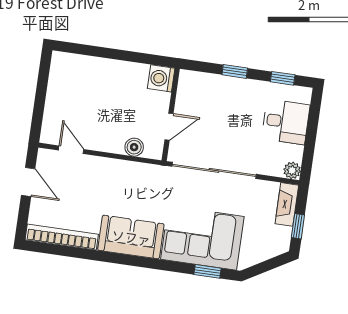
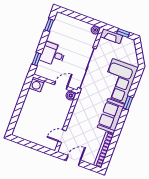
window: (235, 71) -> (37, 59), moved
desk: (286, 122) -> (53, 54), moved, turned -90
door: (169, 127) -> (61, 86), hinge flipped
boiler: (134, 147) -> (71, 96), moved
window: (208, 271) -> (128, 103), moved

